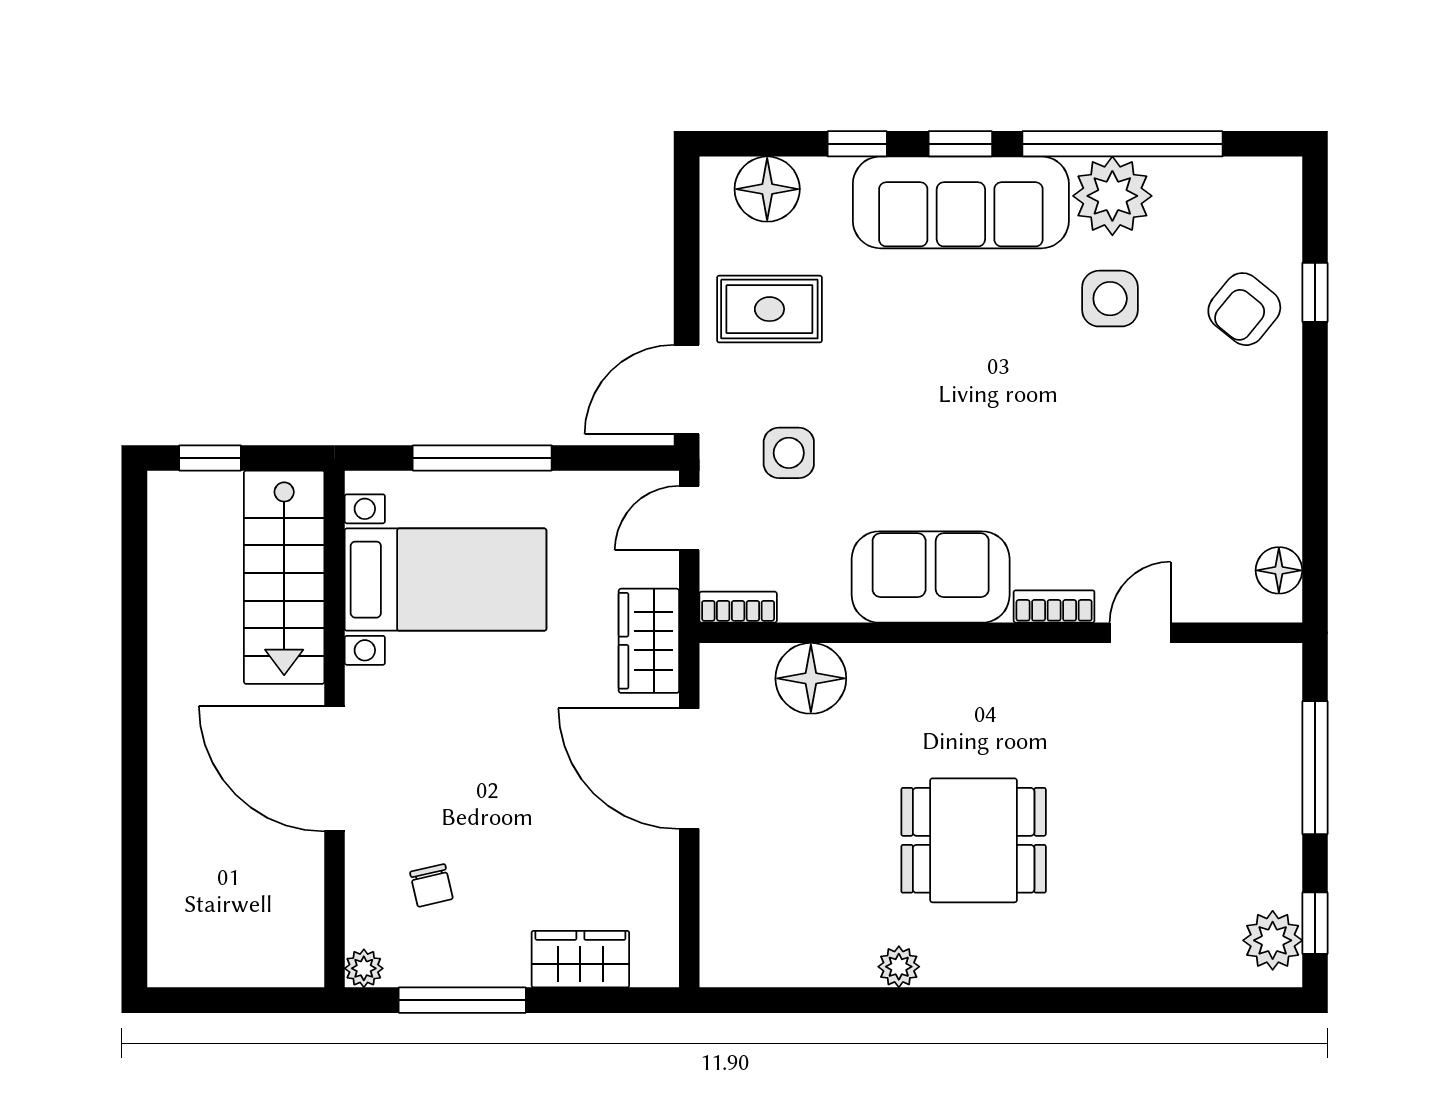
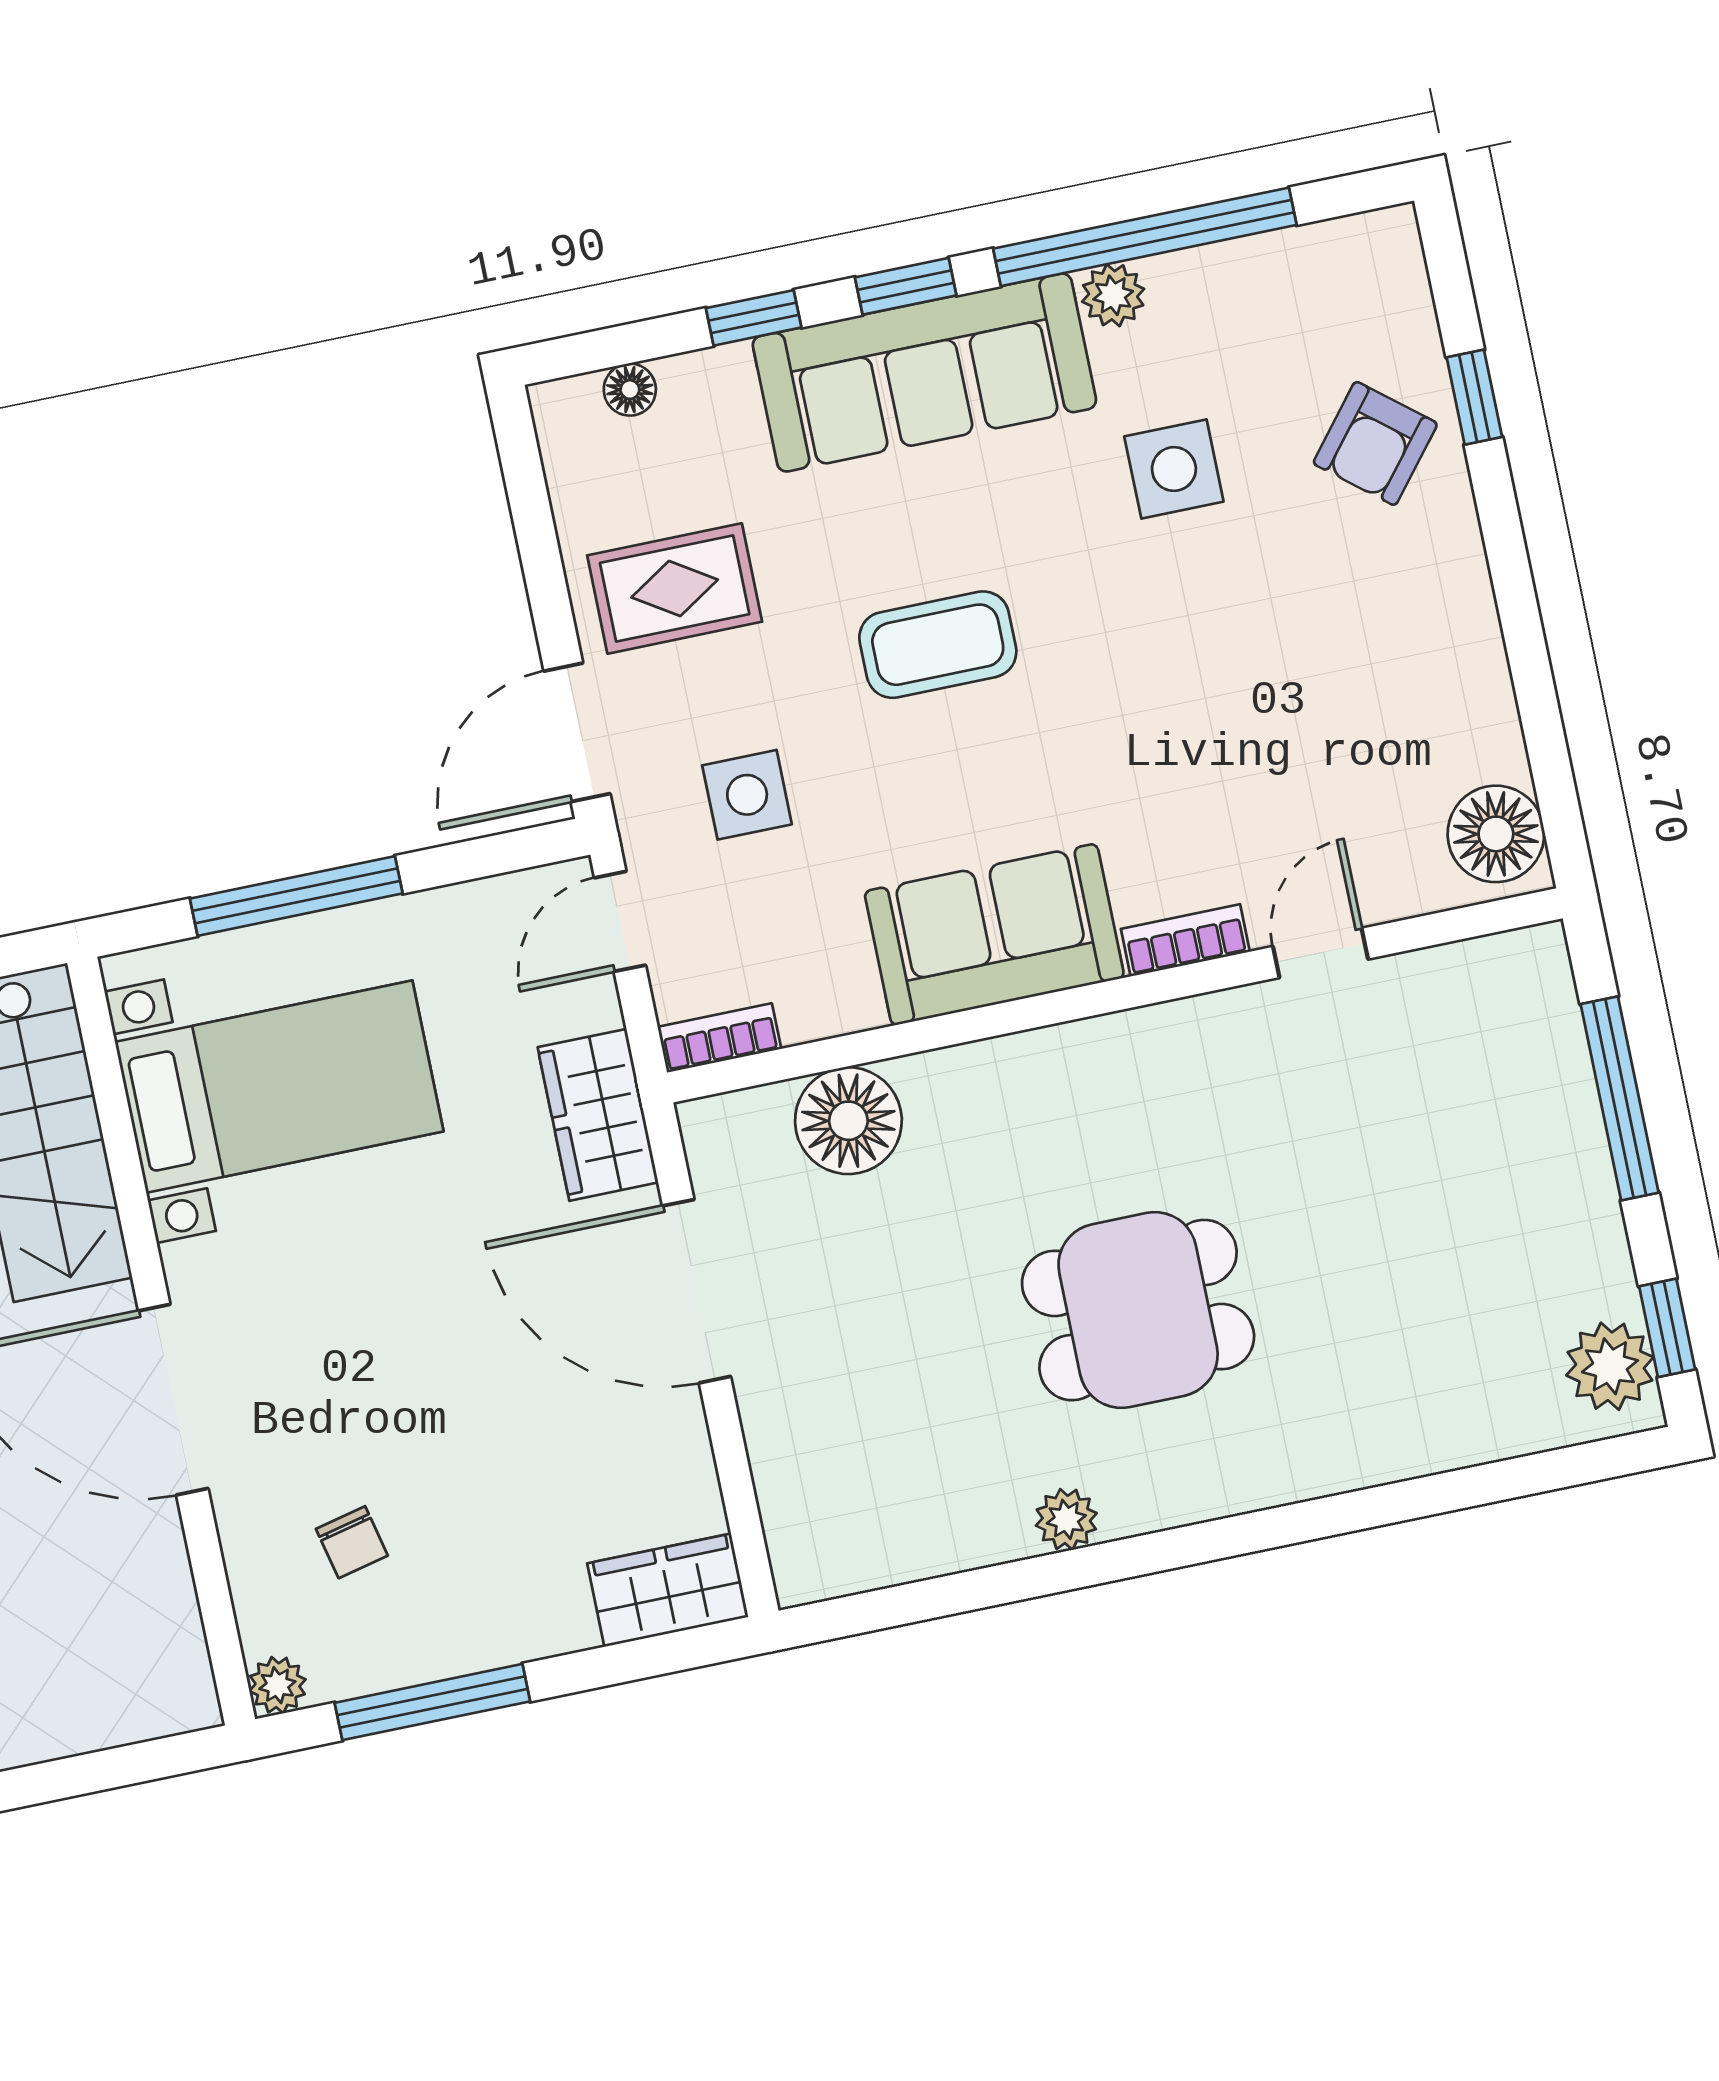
floor lamp: (767, 189) -> (630, 390), width x0.53, depth x0.53
plant: (1112, 196) -> (1113, 295), width x0.53, depth x0.53
coffee table: (933, 381) -> (938, 645), added
floor lamp: (1279, 570) -> (1496, 834), width x1.38, depth x1.38
wardrobe: (580, 959) -> (668, 1590), moved

